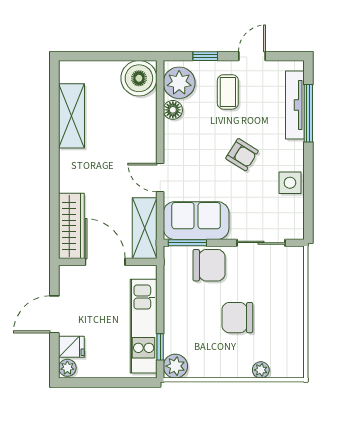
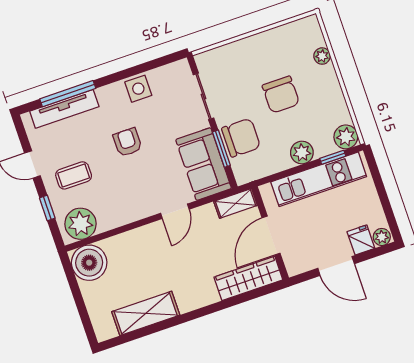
floor lamp: (173, 110) -> (108, 221), removed
armchair: (242, 155) -> (128, 142), turned -32
shelving: (145, 228) -> (236, 203), width x0.67, depth x0.75
window: (187, 243) -> (221, 149), moved
chair: (209, 265) -> (241, 138), turned 90
plant: (175, 319) -> (302, 153), added

